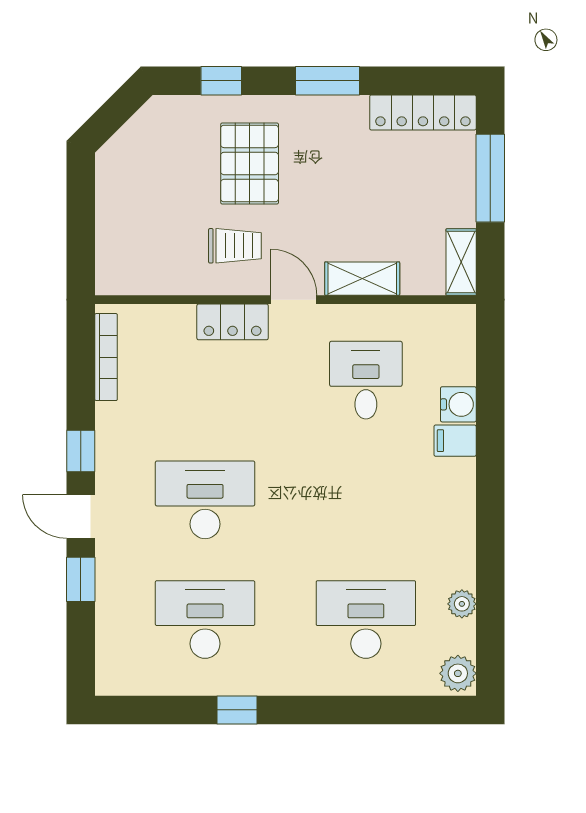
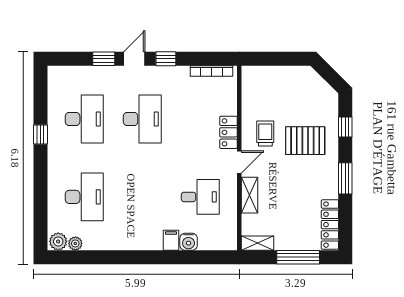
trolley: (235, 246) -> (265, 133), turned 180
plant: (462, 604) -> (75, 243), moved

